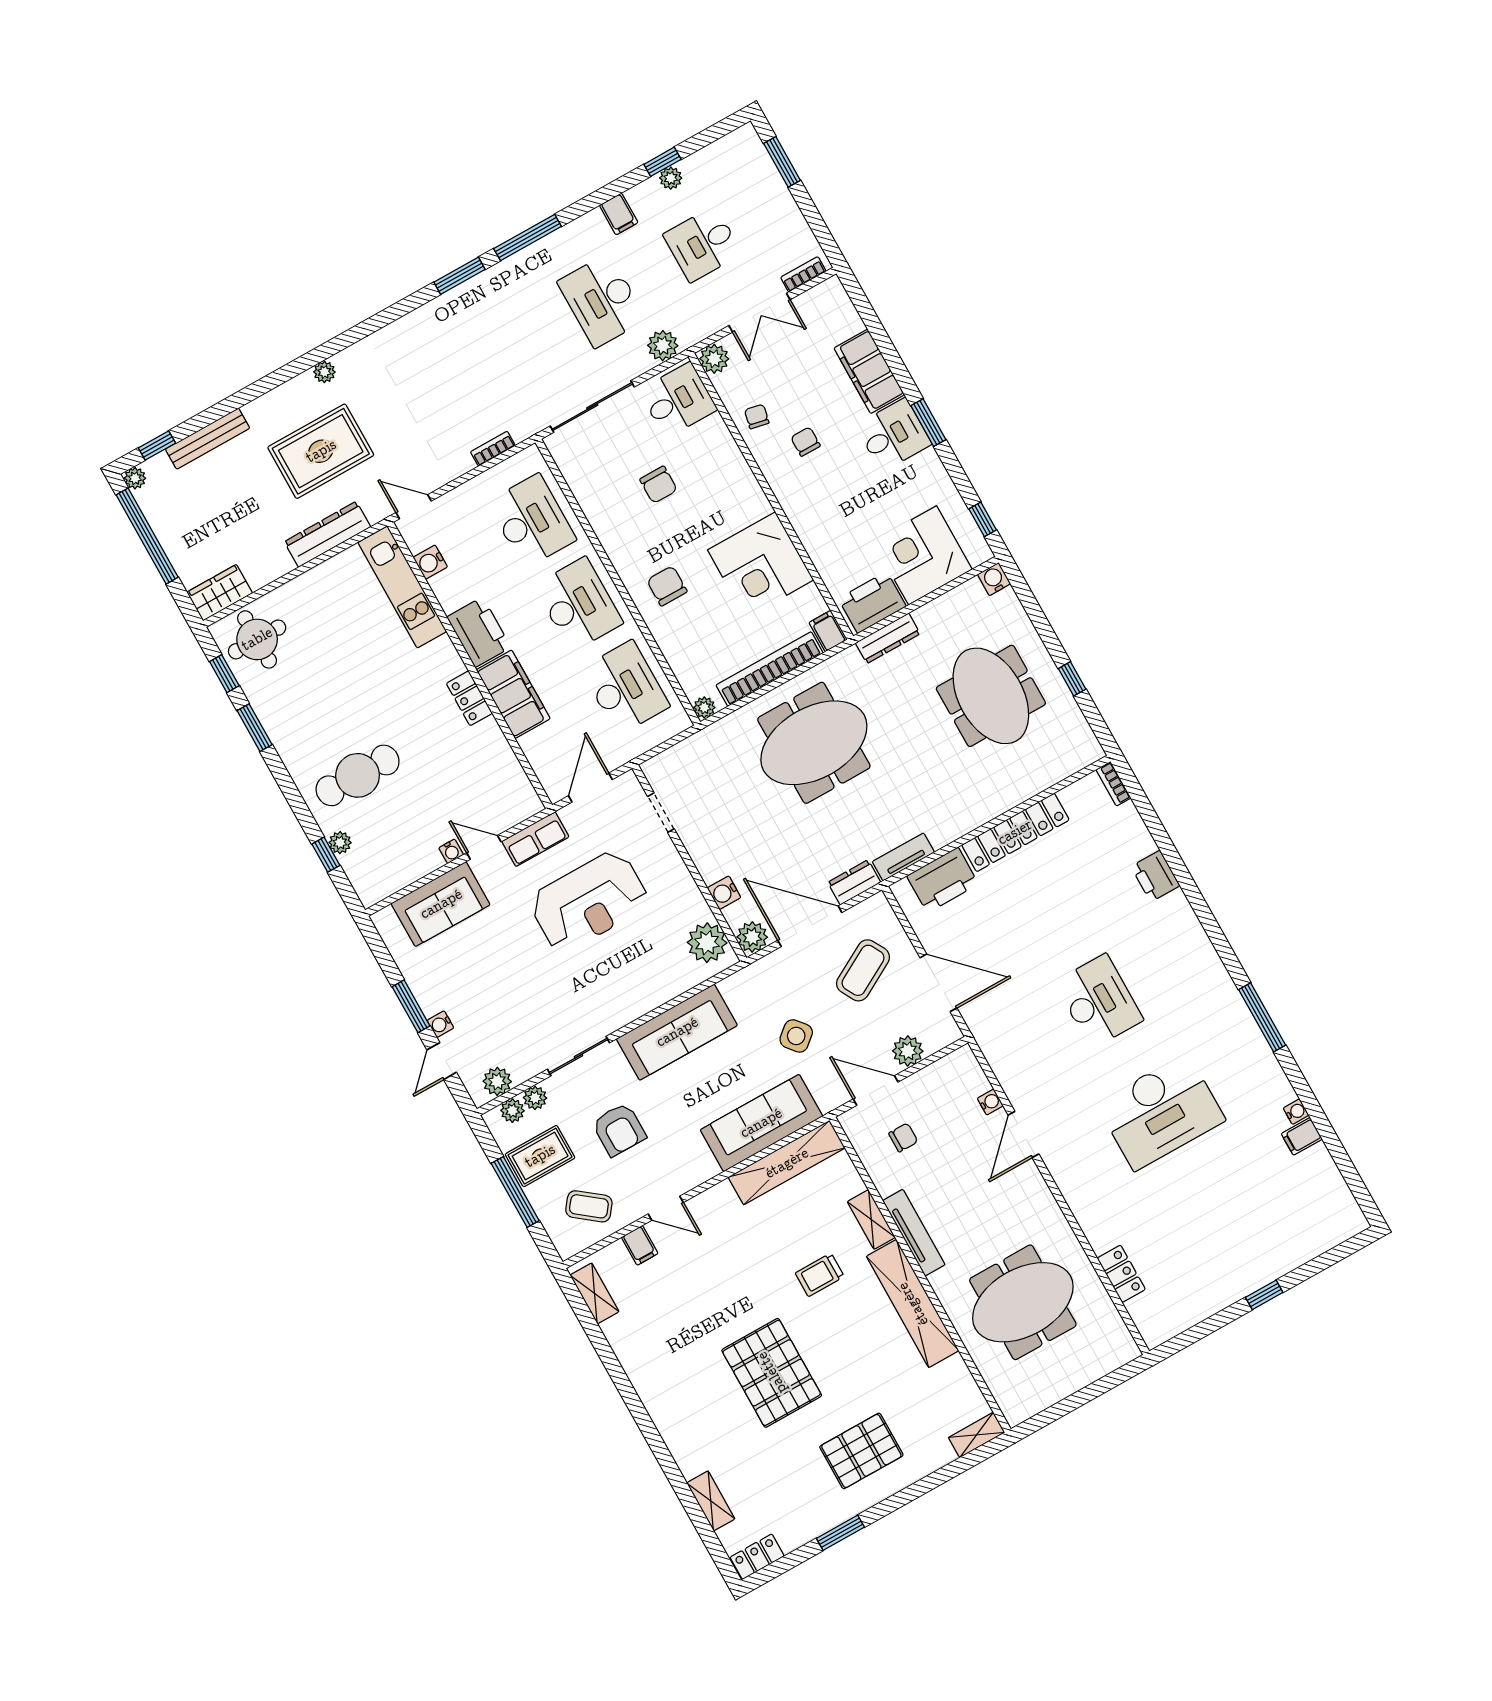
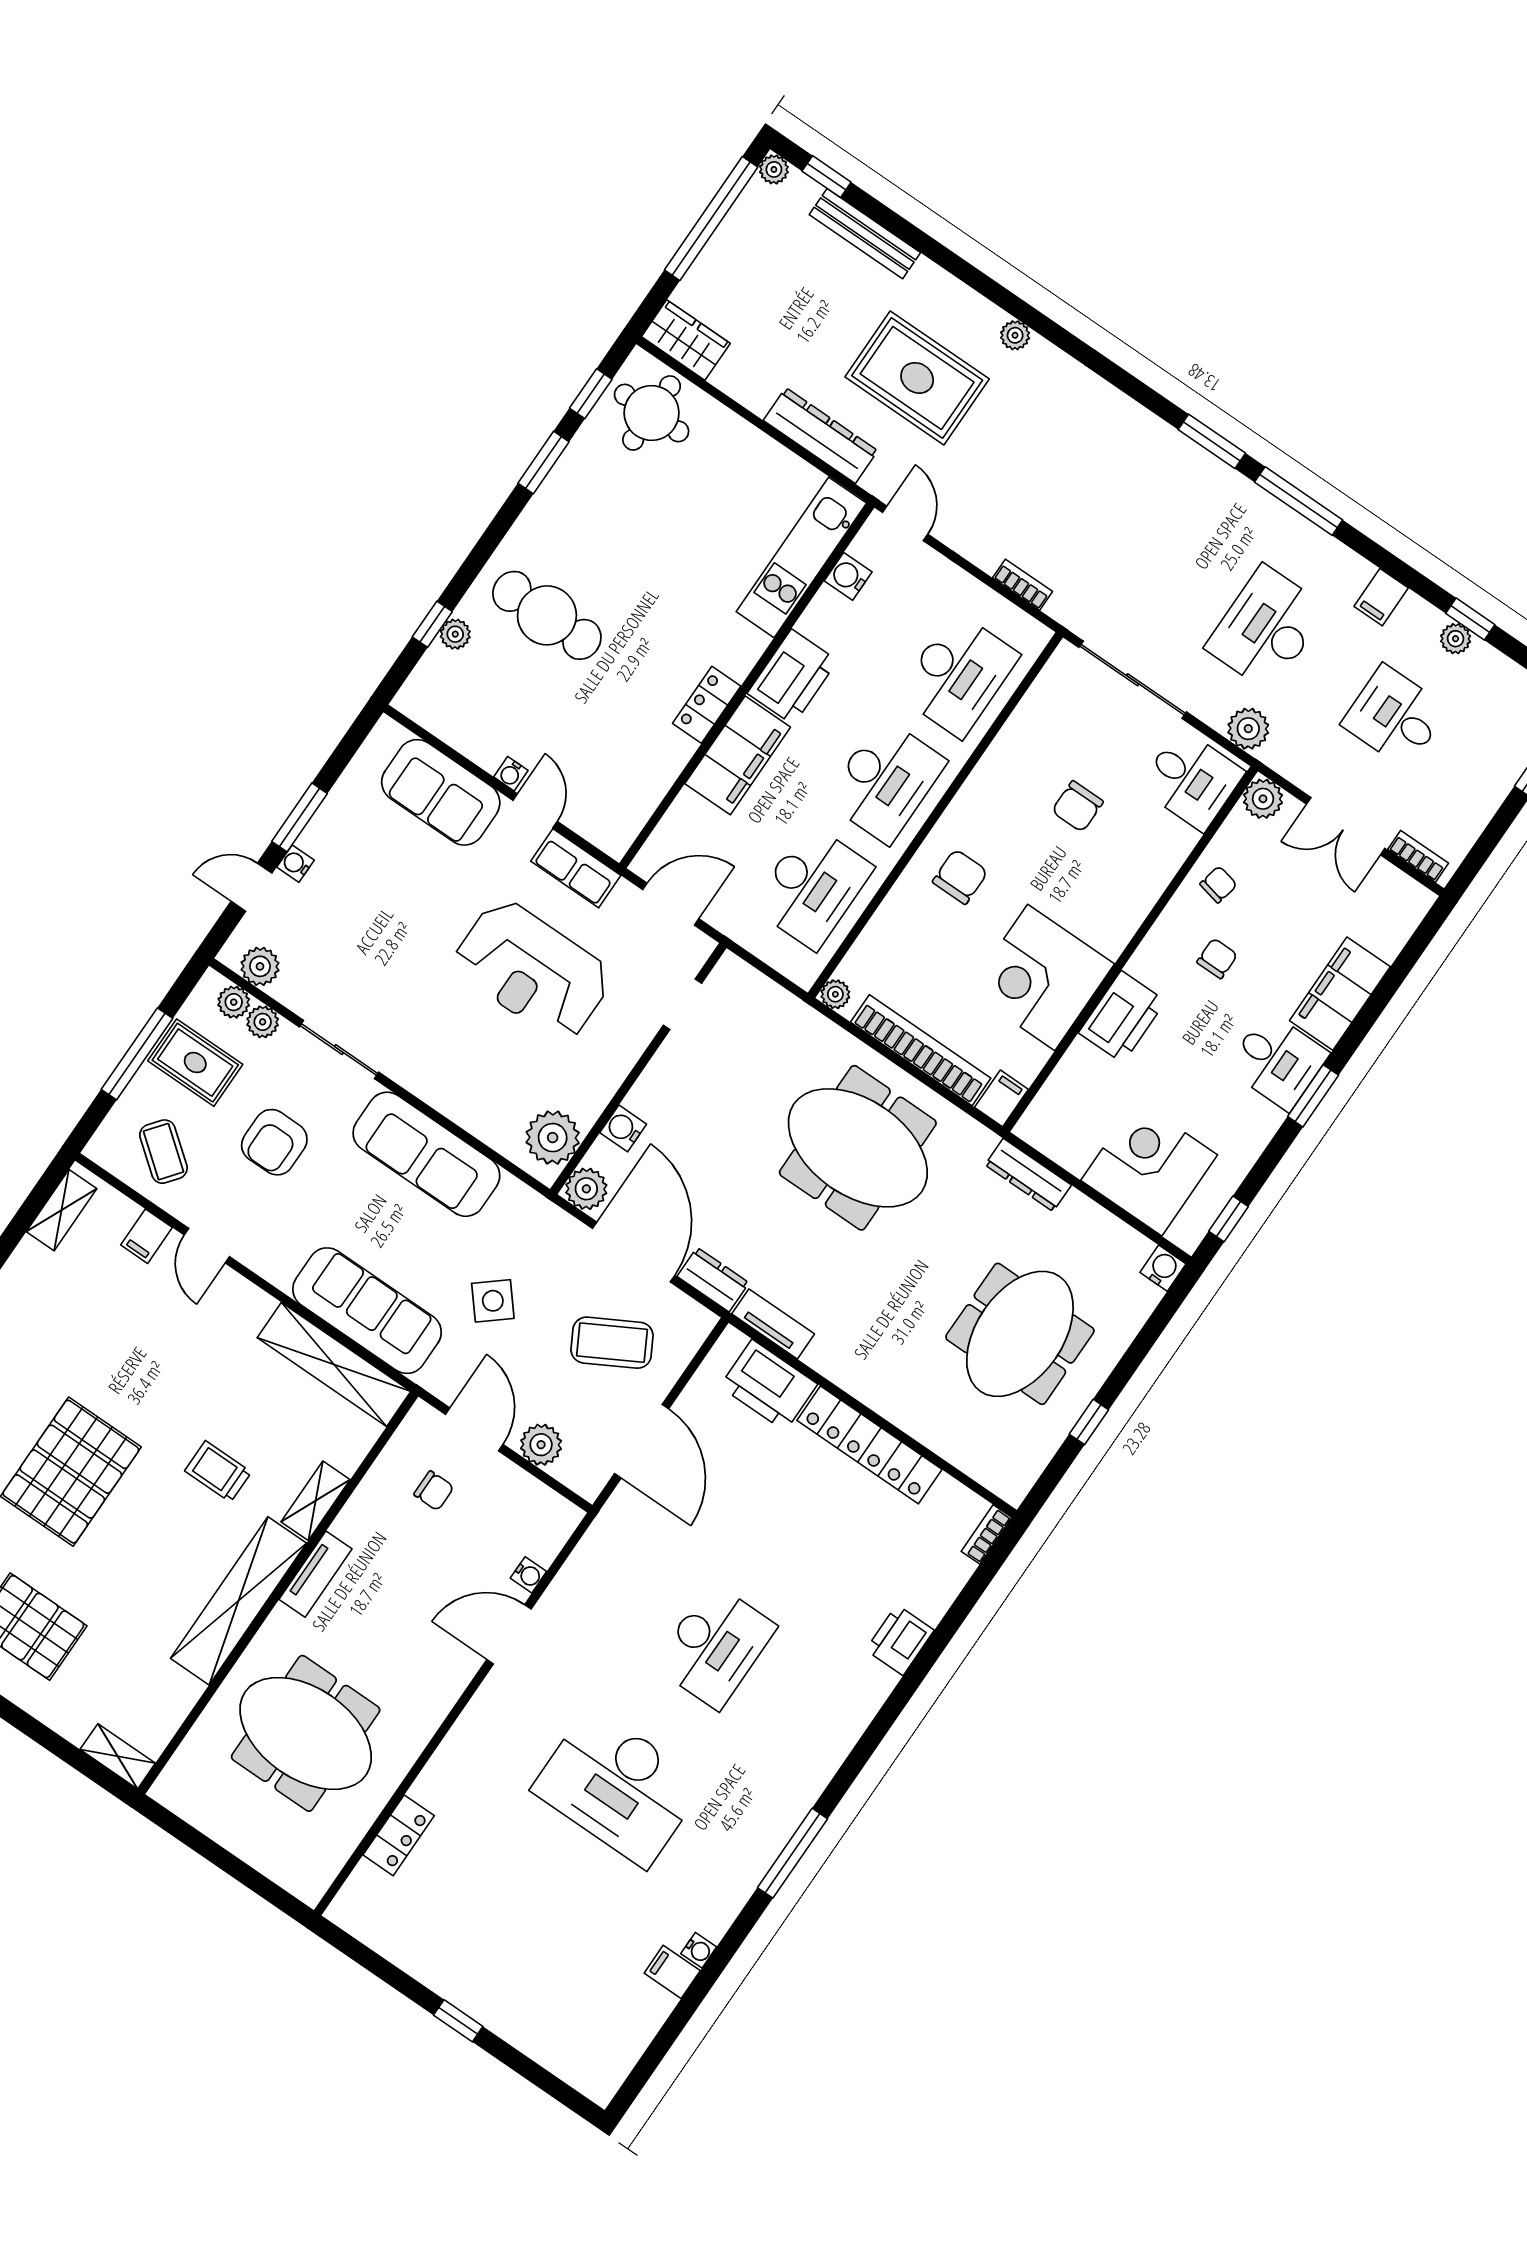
printer: (872, 602) -> (1122, 1017), moved, turned 90
tv unit: (914, 1233) -> (315, 1574), width x0.71

